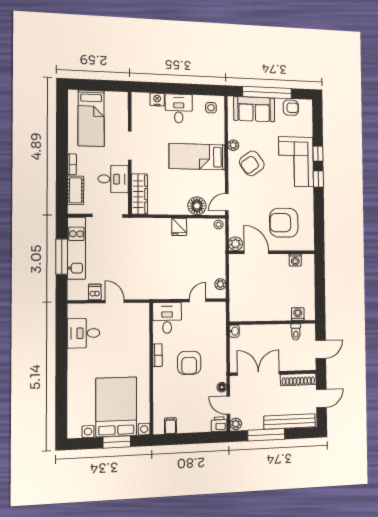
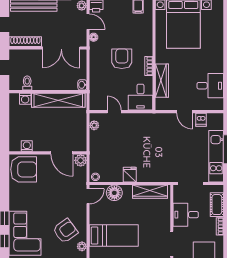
wardrobe: (139, 194) -> (150, 192), moved, turned -90
armchair: (284, 223) -> (24, 169), moved
door: (198, 300) -> (114, 112), swing flipped
shelving: (261, 313) -> (58, 100), added
wardrobe: (142, 338) -> (162, 81), added

